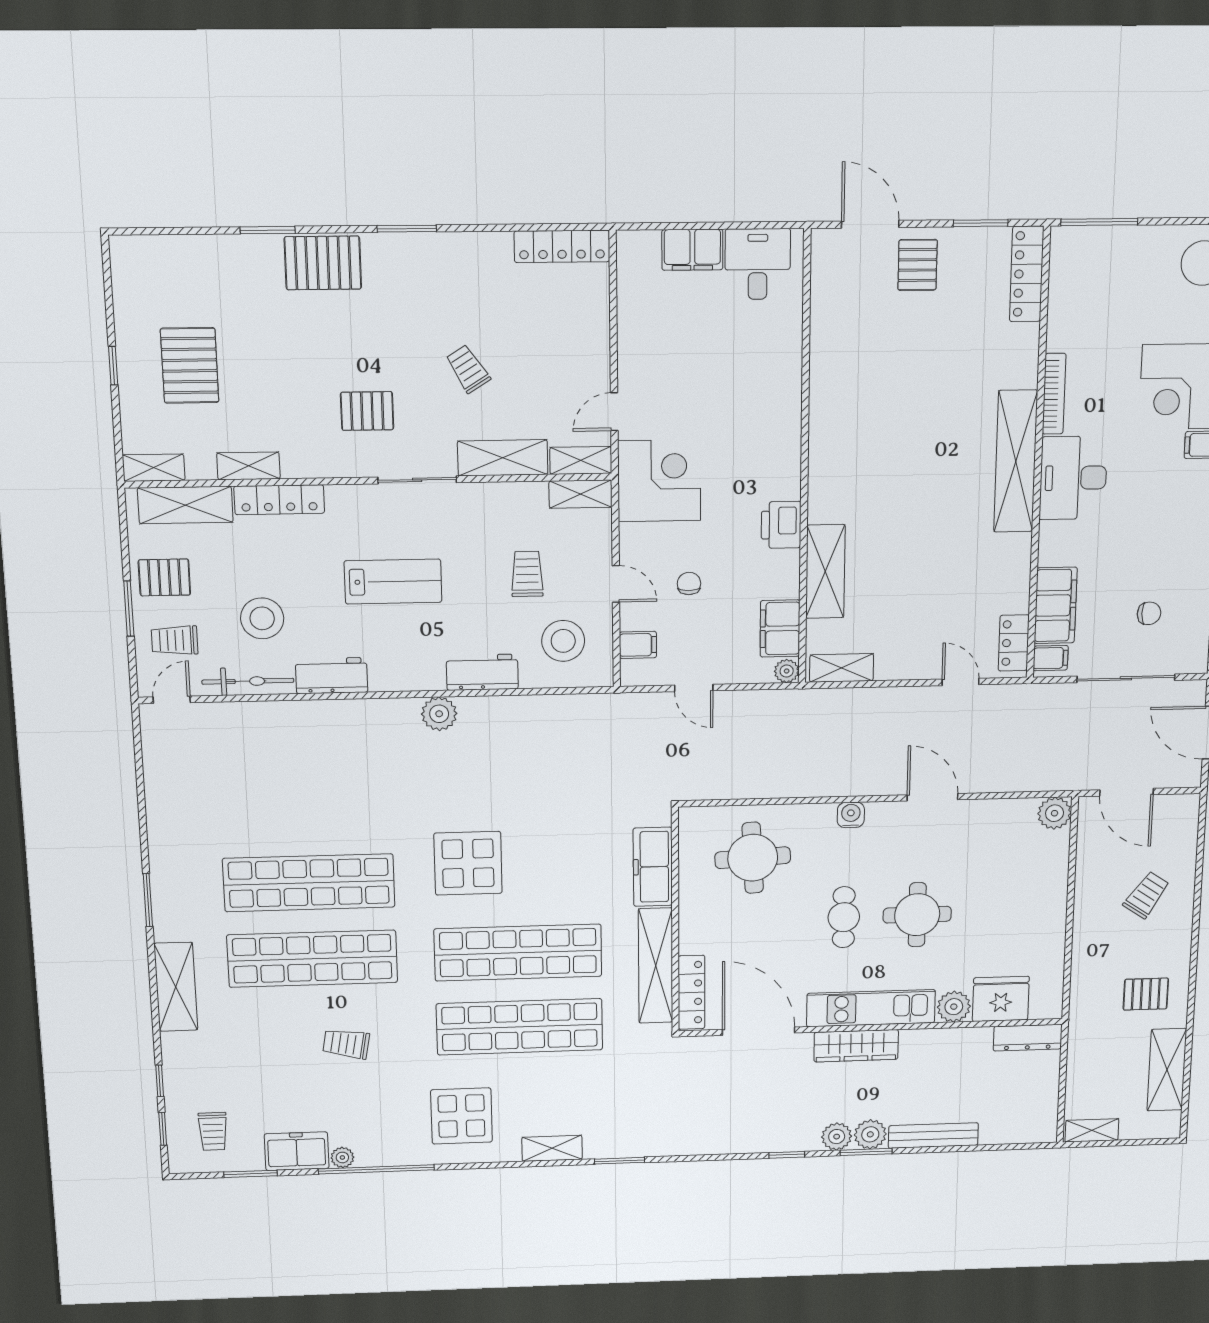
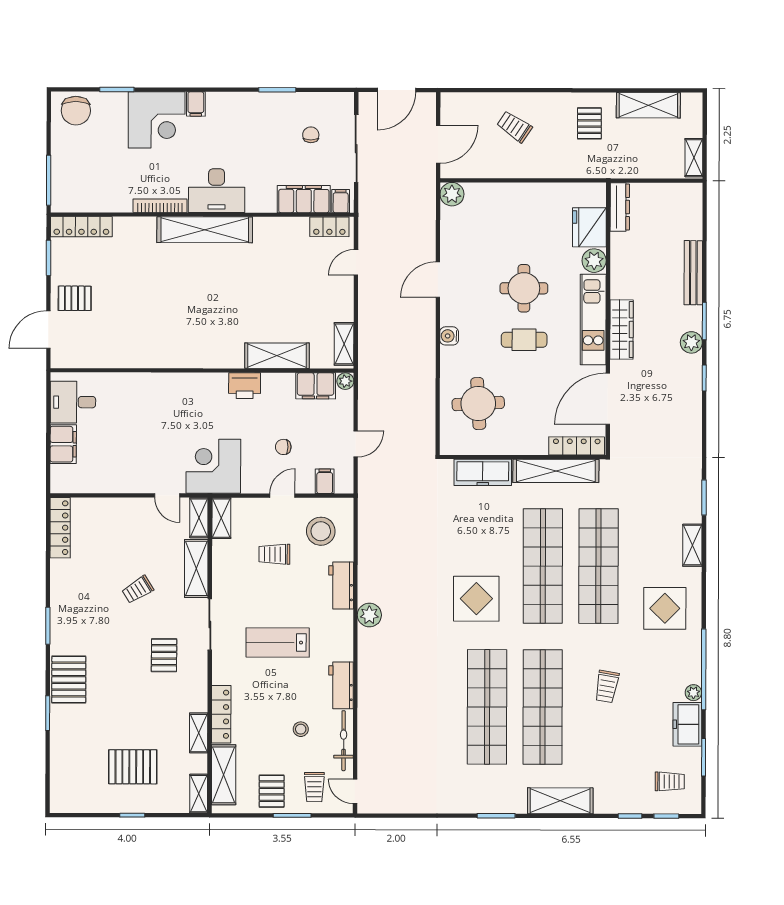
lab bench: (393, 582) -> (278, 643), turned -90
stool: (262, 618) -> (301, 729), width x0.53, depth x0.53
plant: (870, 1134) -> (691, 318), removed

